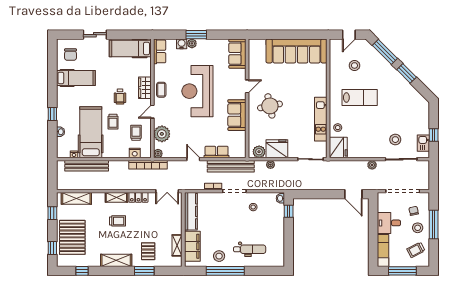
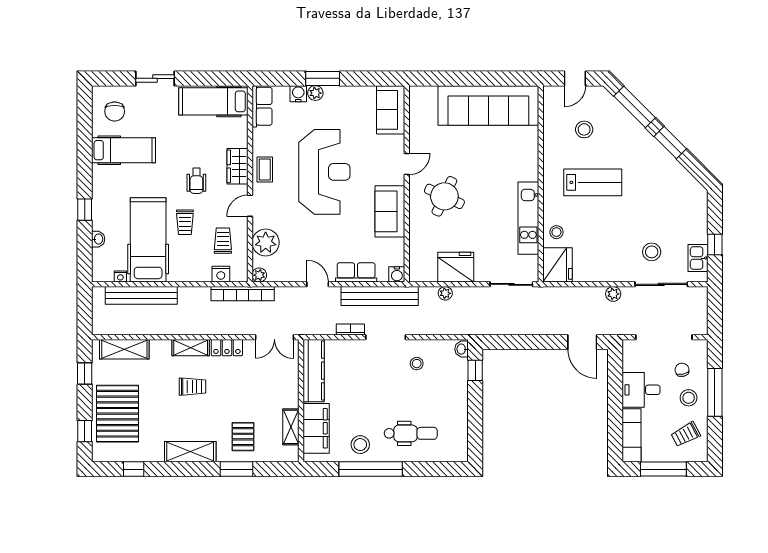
reception desk: (197, 91) -> (324, 172), turned 180
round table: (270, 106) -> (444, 196), turned 37
plant: (259, 152) -> (426, 272), removed
water cooler: (241, 153) -> (397, 274), added

